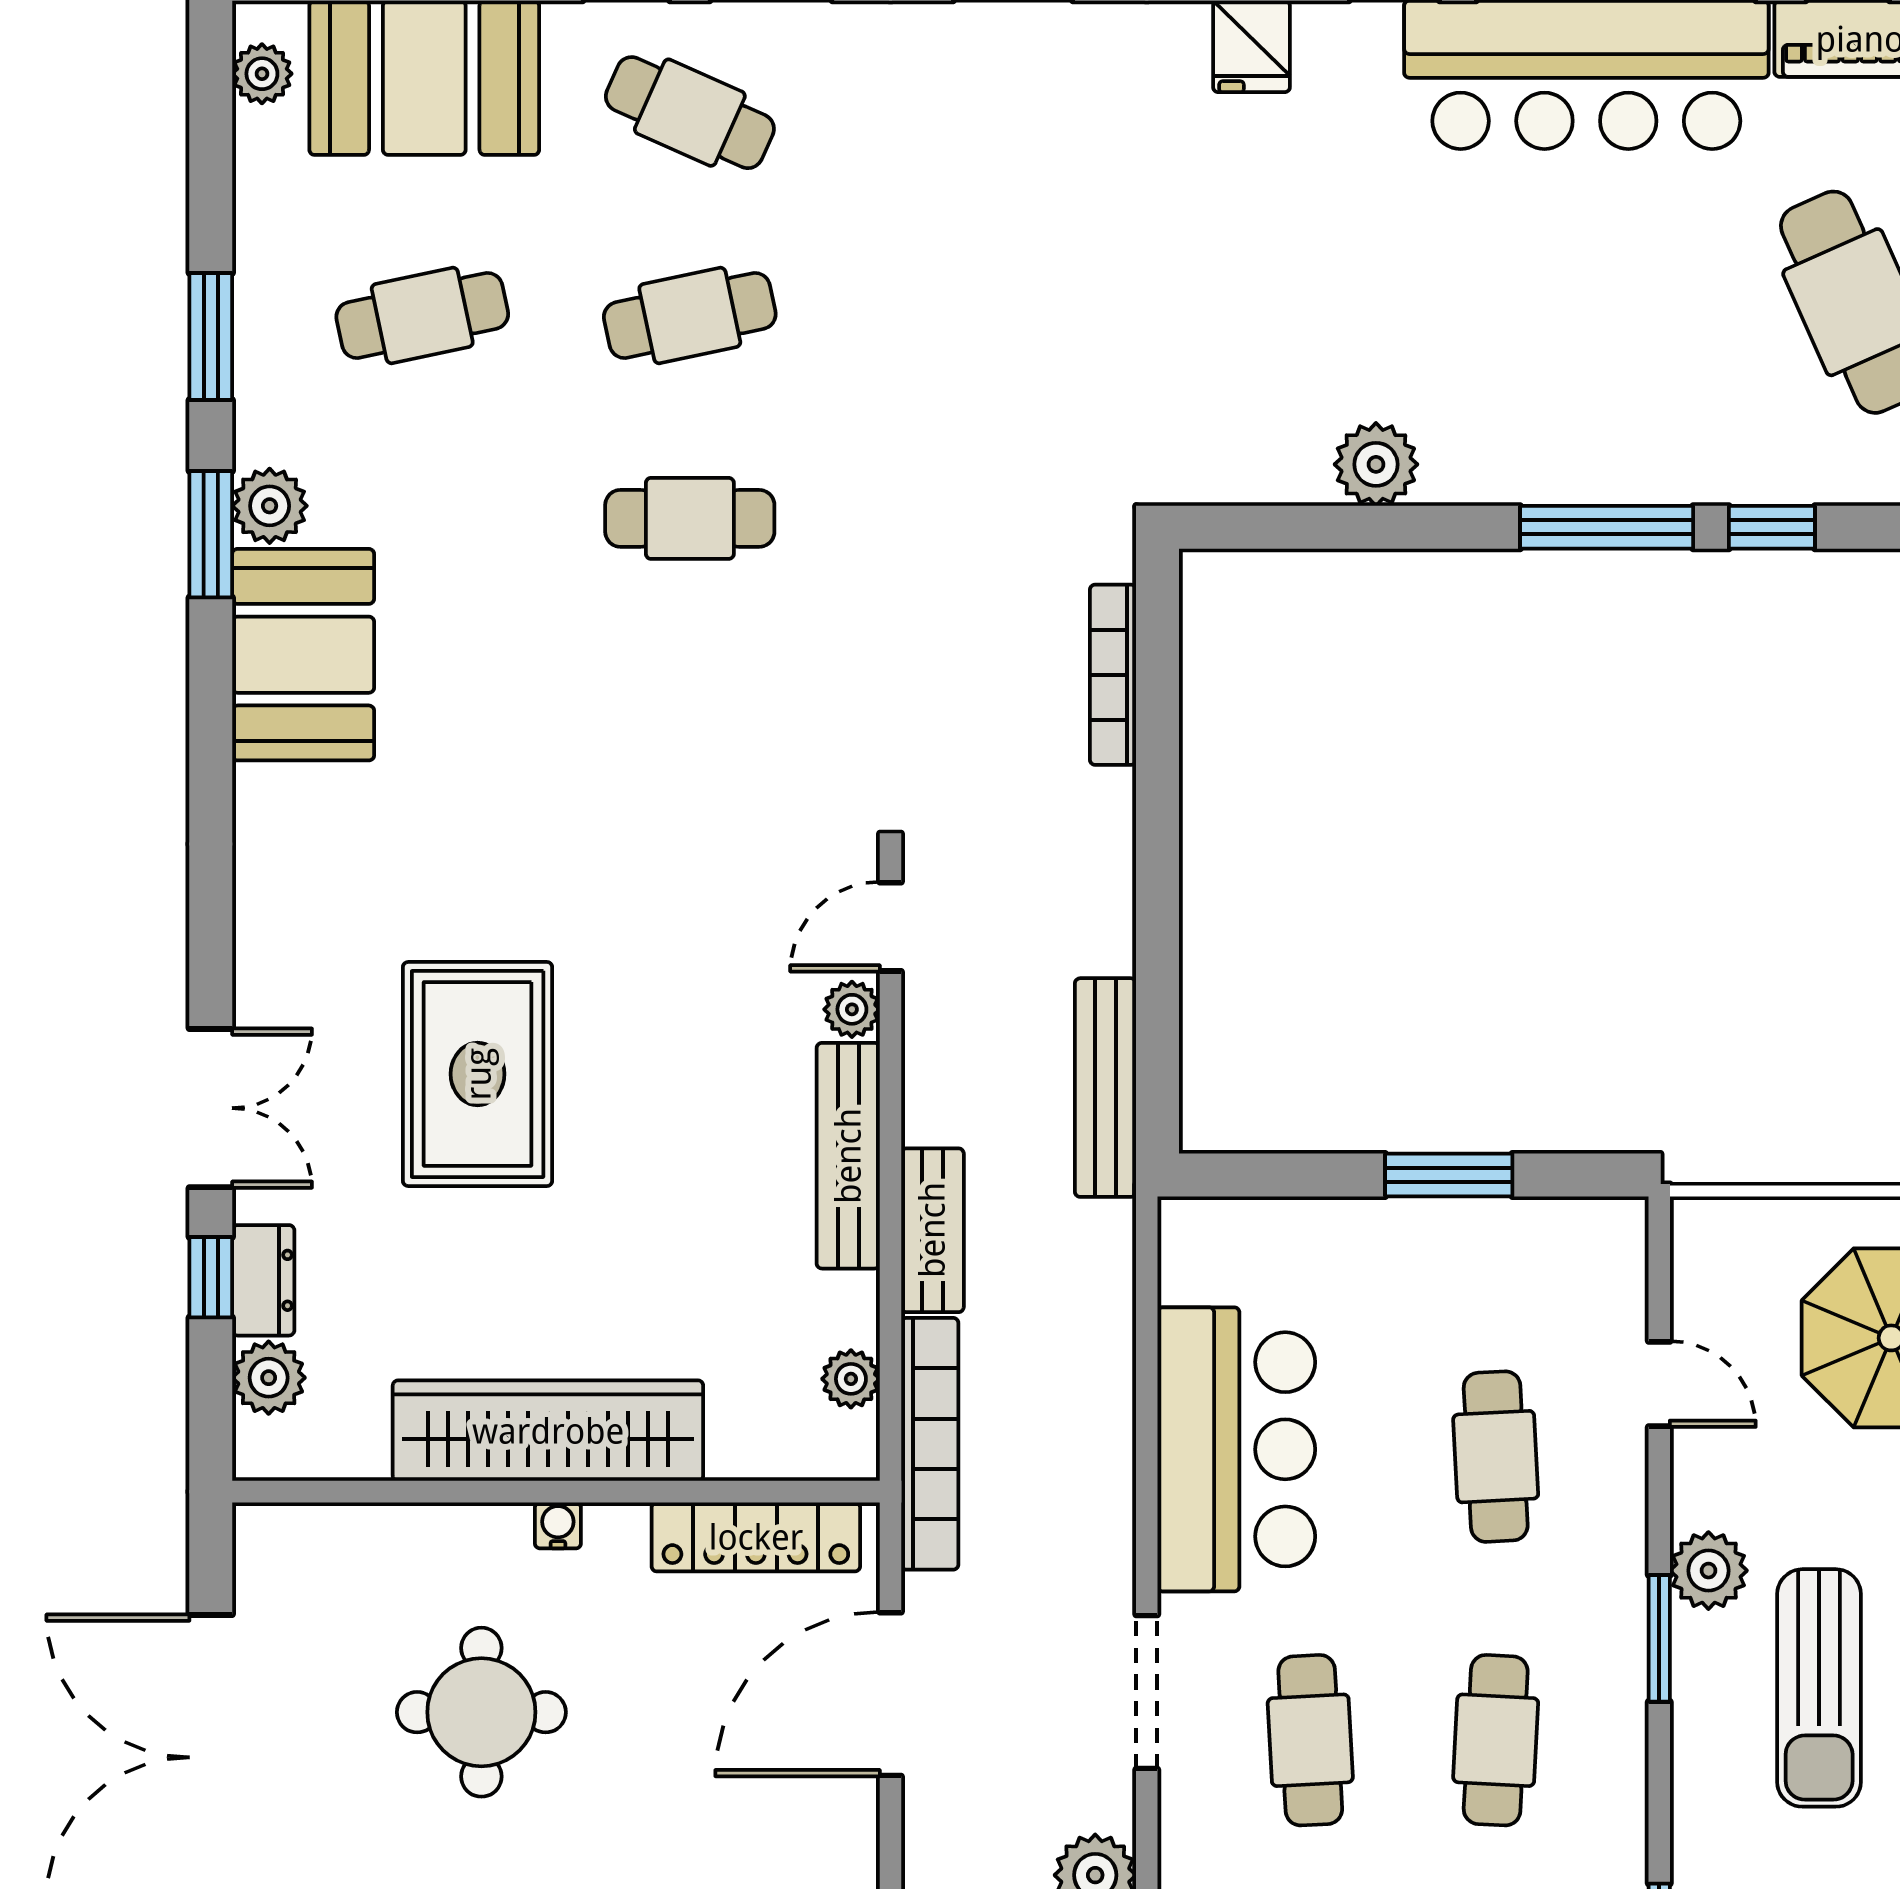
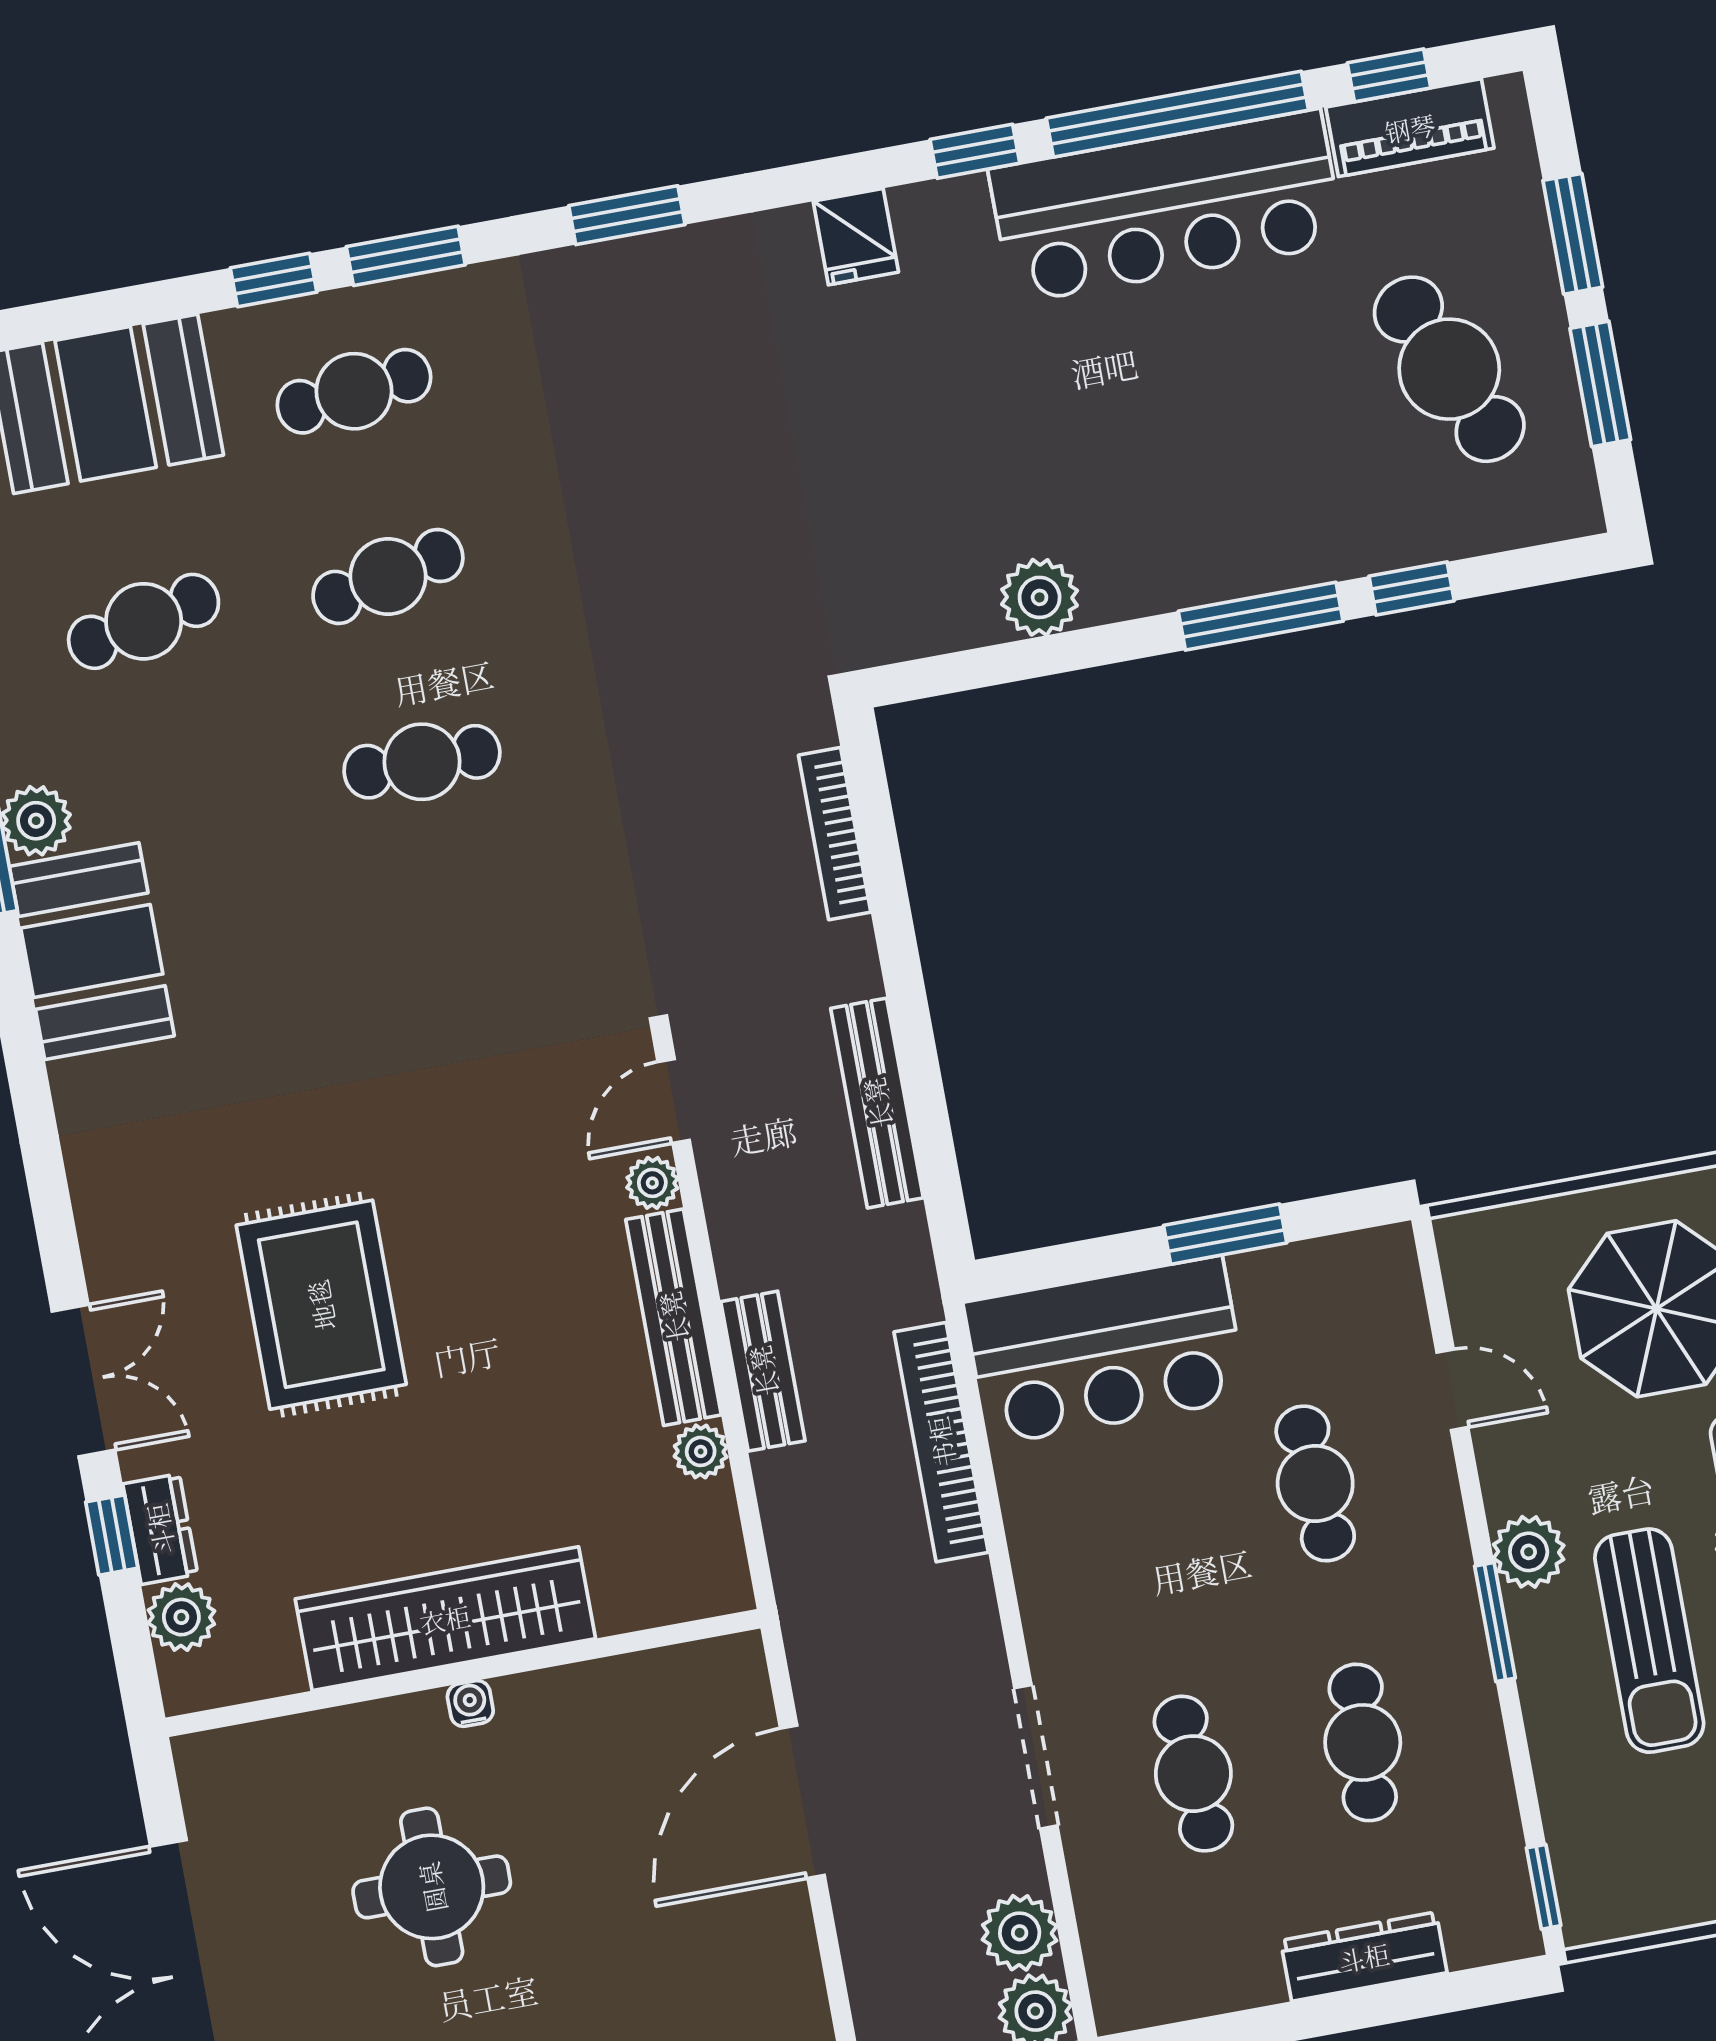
cafe table: (690, 113) -> (354, 391), turned -30
bench: (1105, 1088) -> (877, 1103), moved
plant: (851, 1379) -> (701, 1451), moved
bookcase: (930, 1444) -> (941, 1442), moved, turned 180
bar counter: (1236, 1449) -> (1106, 1351), moved, turned 90
locker: (756, 1537) -> (653, 1681), removed

